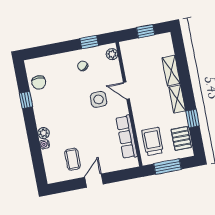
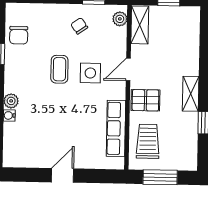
shelving: (171, 71) -> (140, 25), moved
door: (126, 91) -> (128, 69), hinge flipped
pallet: (181, 138) -> (145, 100), moved, turned 90
coffee table: (73, 159) -> (59, 69), moved

